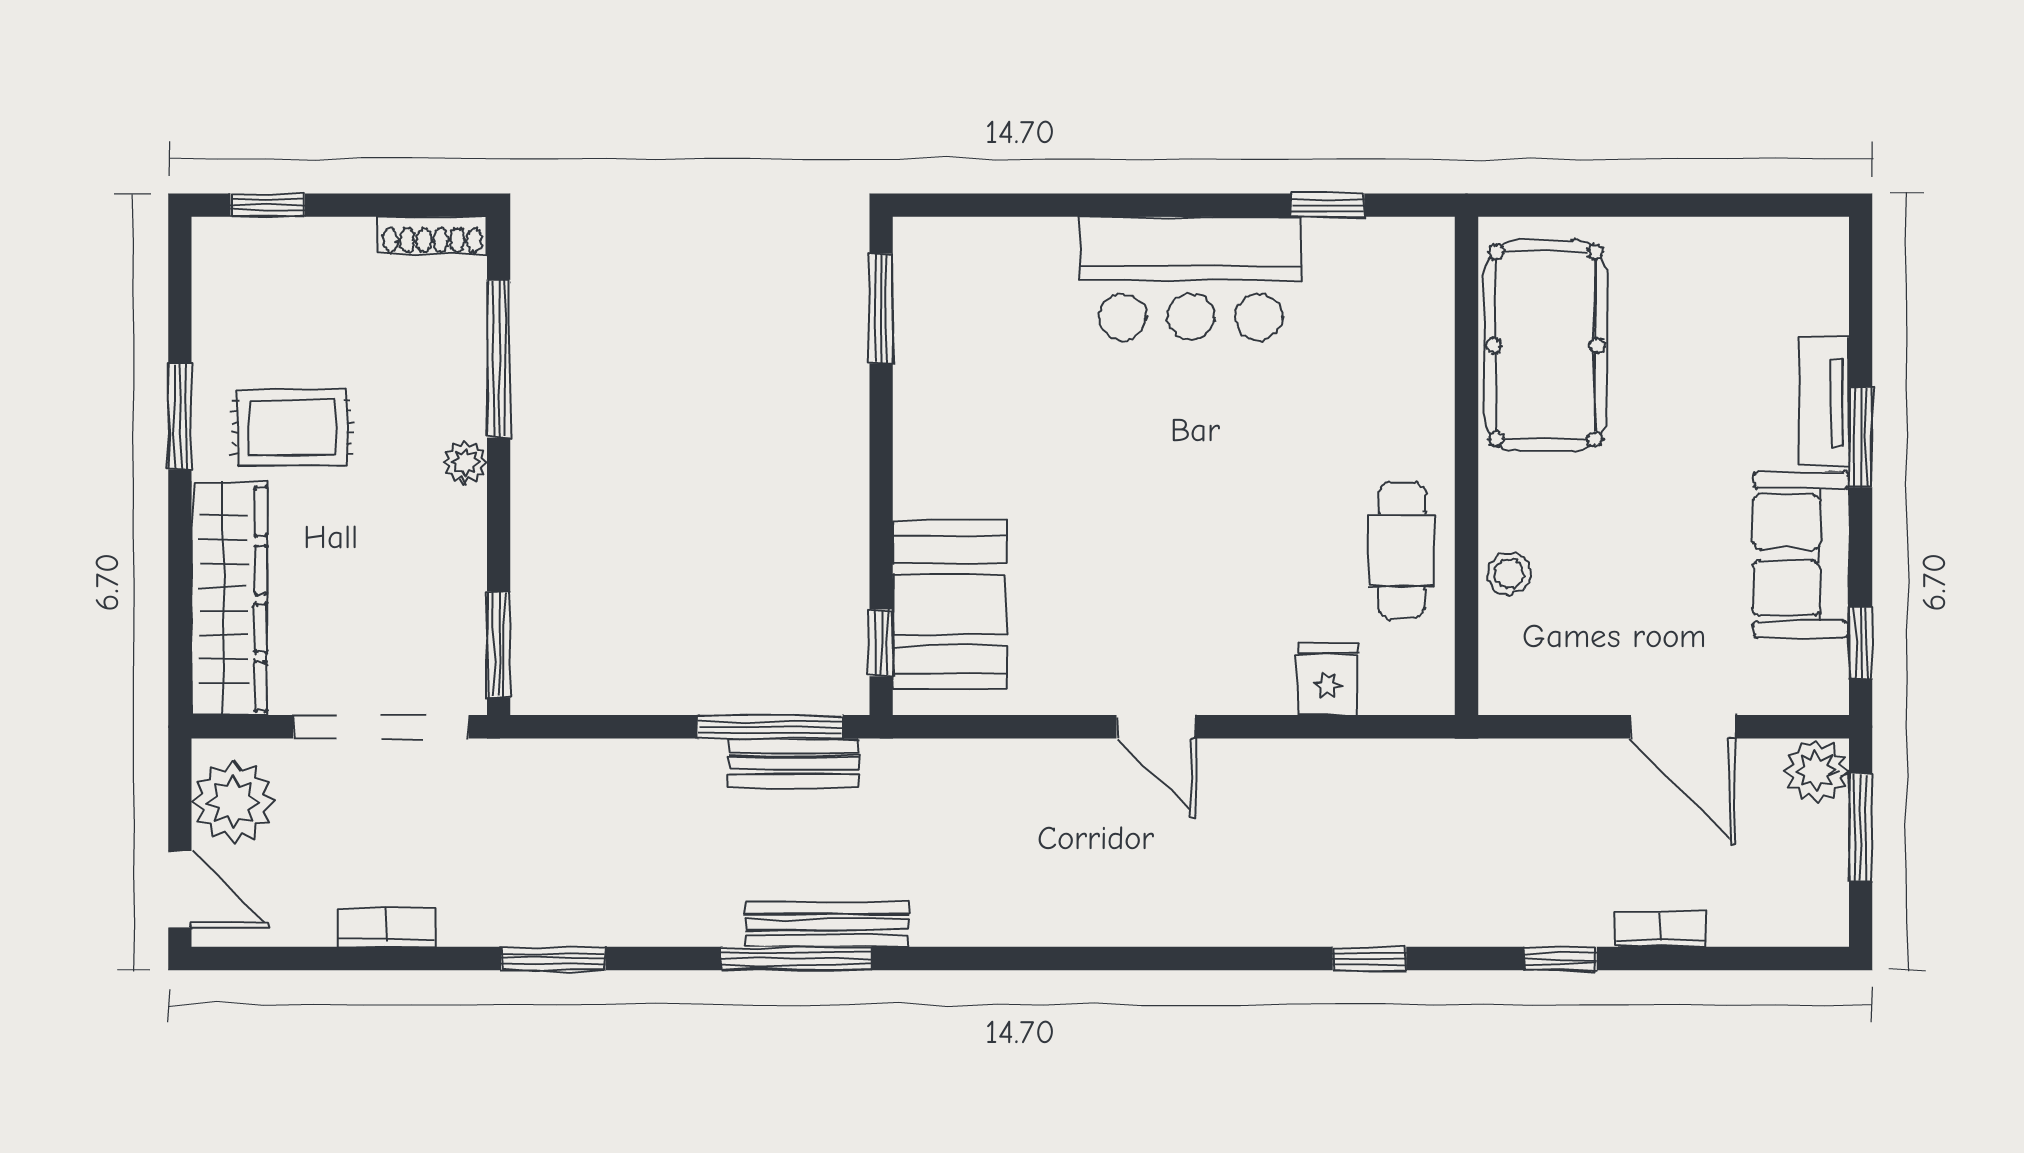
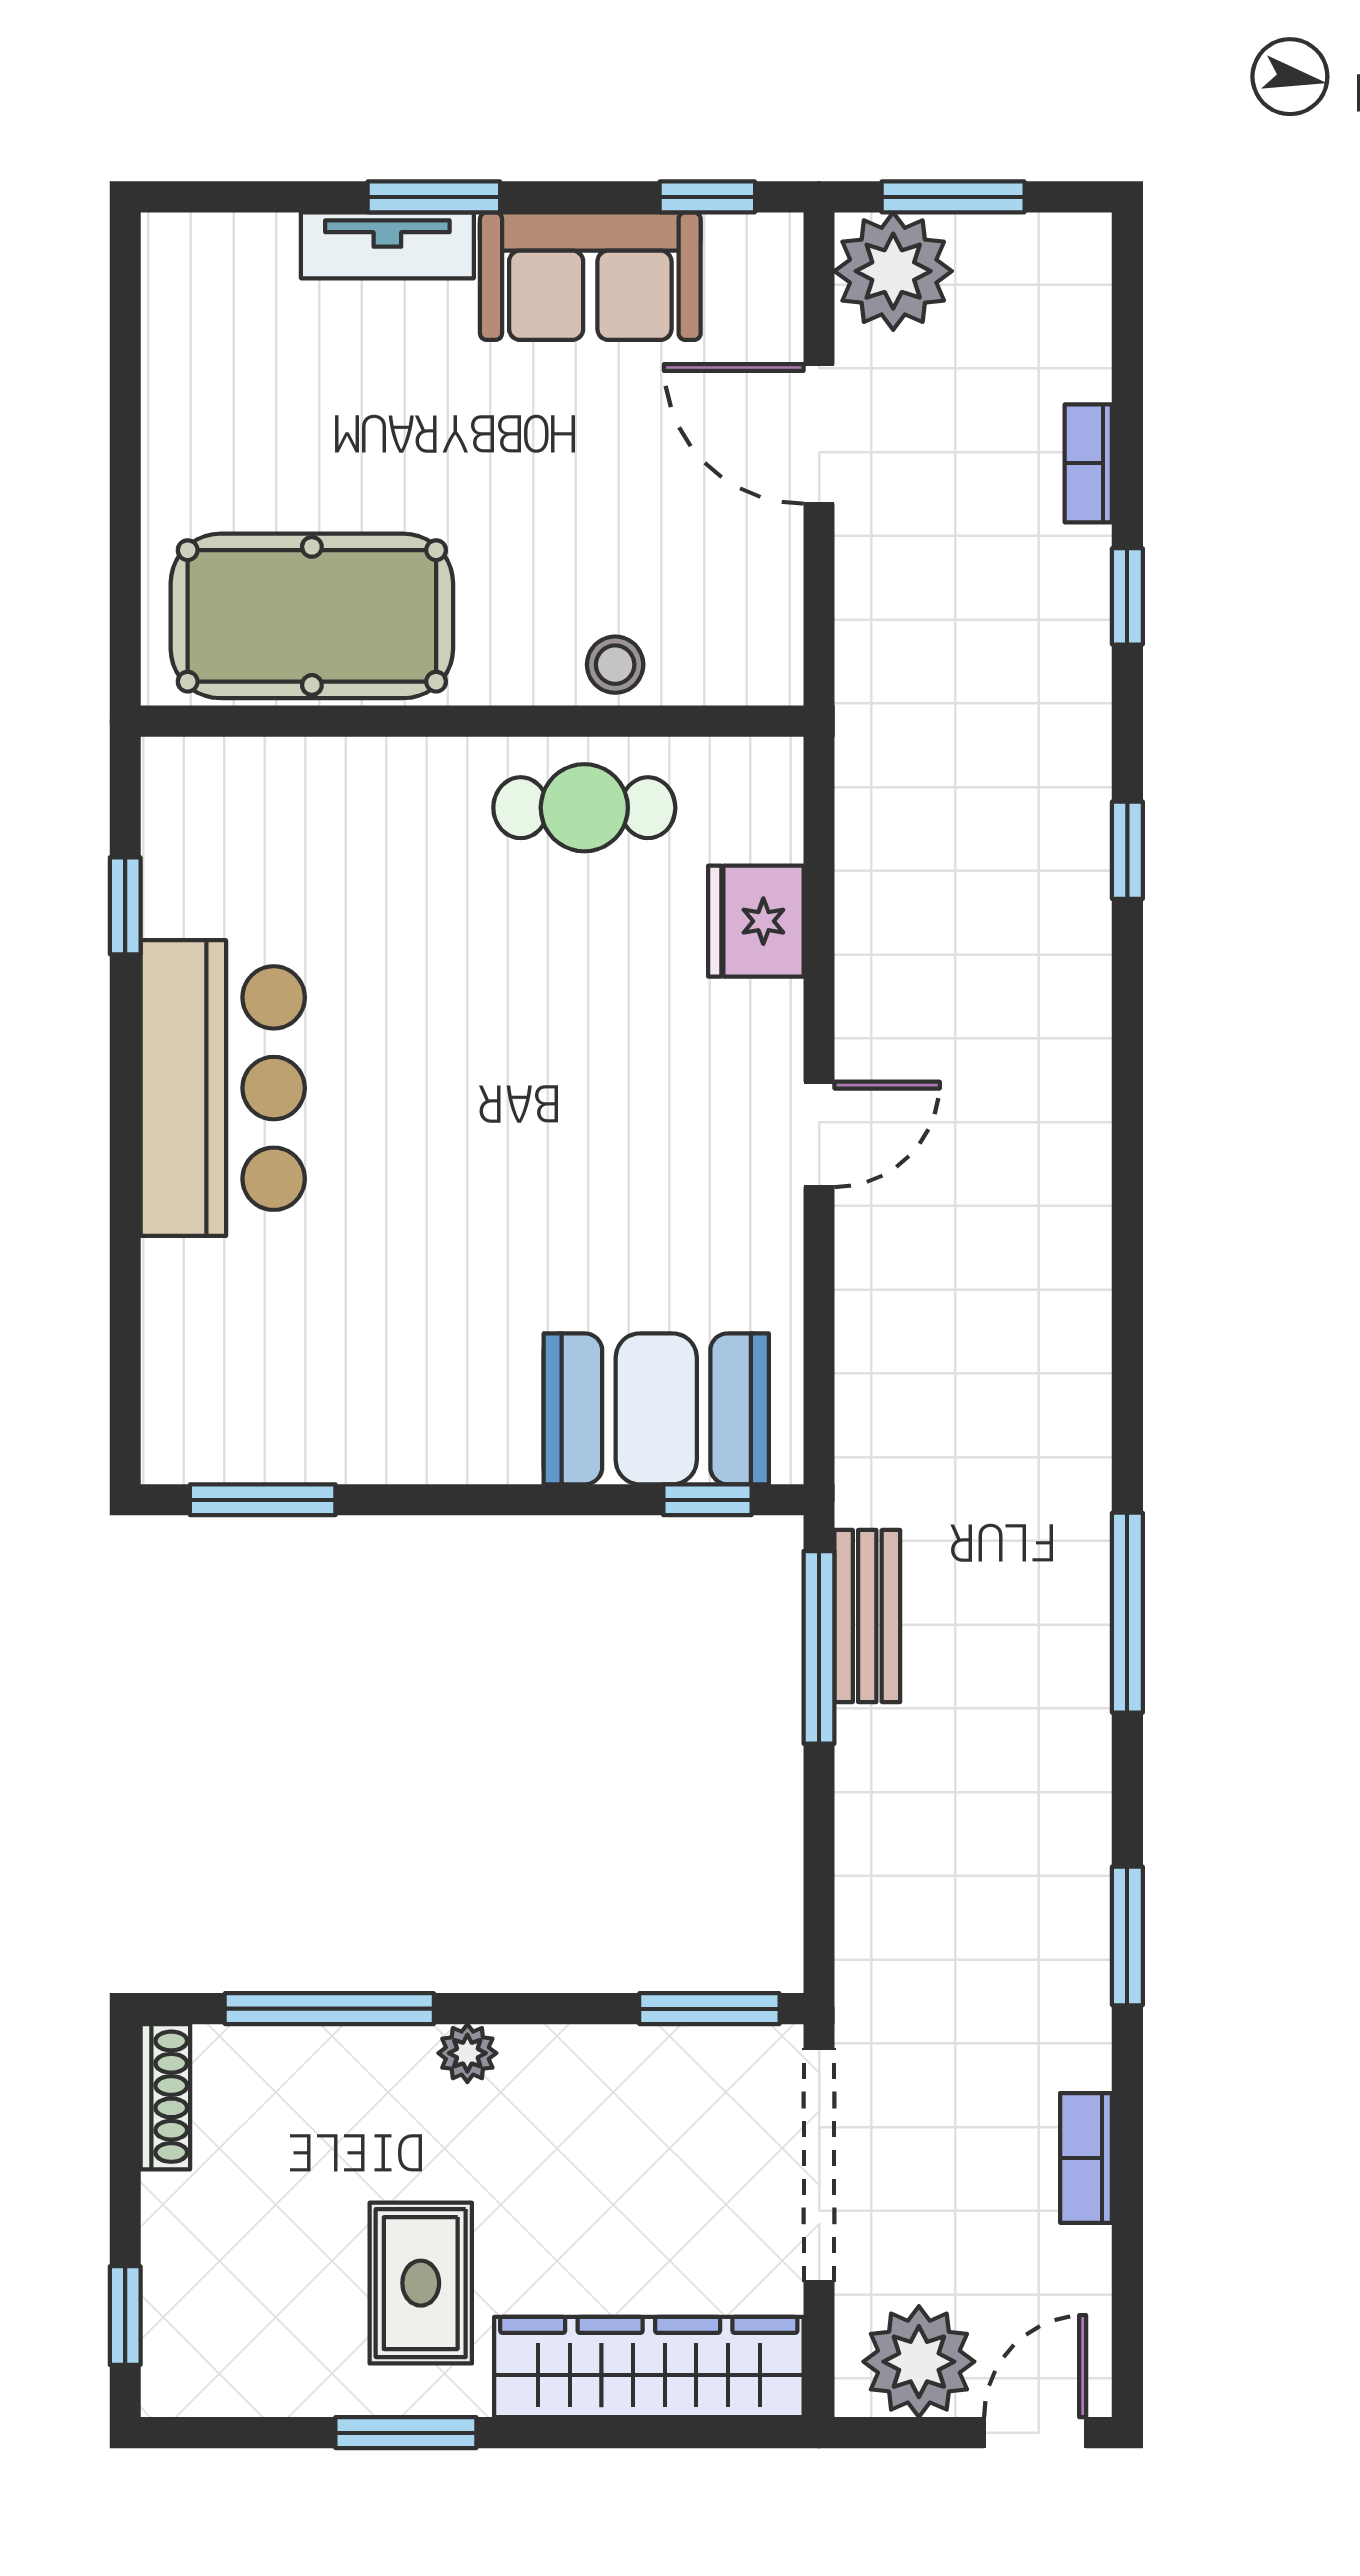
fridge: (1328, 679) -> (756, 921), width x1.38
door: (1683, 727) -> (819, 434), swing flipped
plant: (1817, 771) -> (893, 271), width x1.36, depth x1.36
bench: (827, 924) -> (1082, 1572), removed

